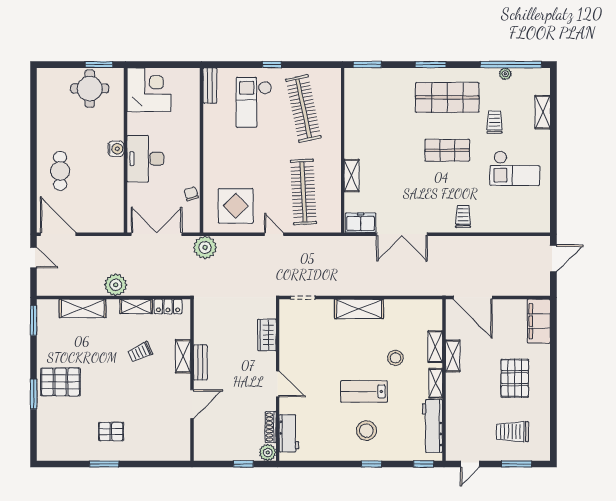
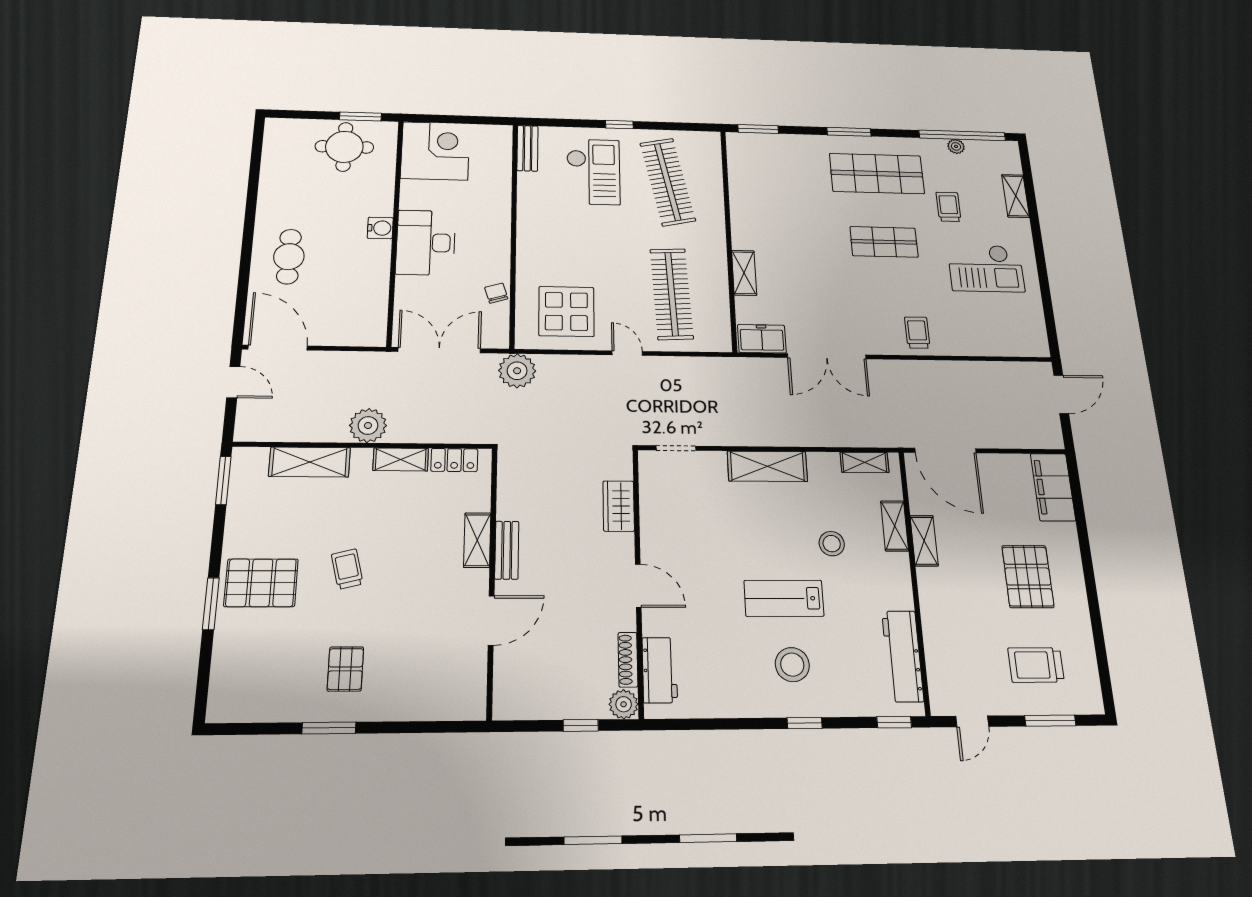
checkout: (254, 102) -> (593, 172), turned 180
trolley: (140, 352) -> (347, 569), moved, turned 101
shelving: (436, 383) -> (865, 462), moved, turned 90
pallet: (111, 431) -> (345, 669), turned 90

